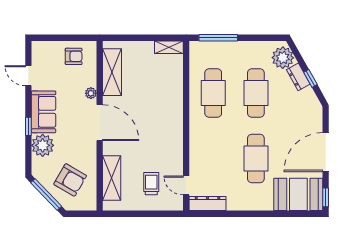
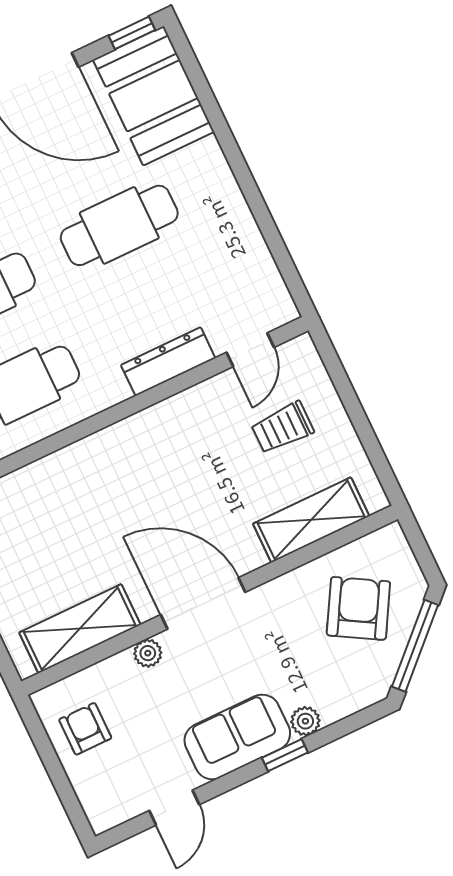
door: (100, 123) -> (203, 603), hinge flipped
plant: (43, 145) -> (305, 721), width x0.53, depth x0.53
dresser: (207, 204) -> (168, 361), moved, turned 90

